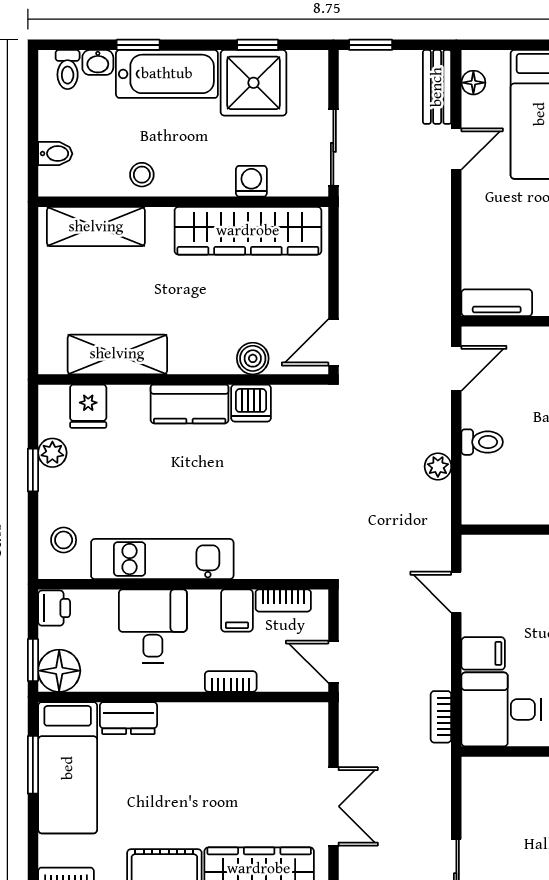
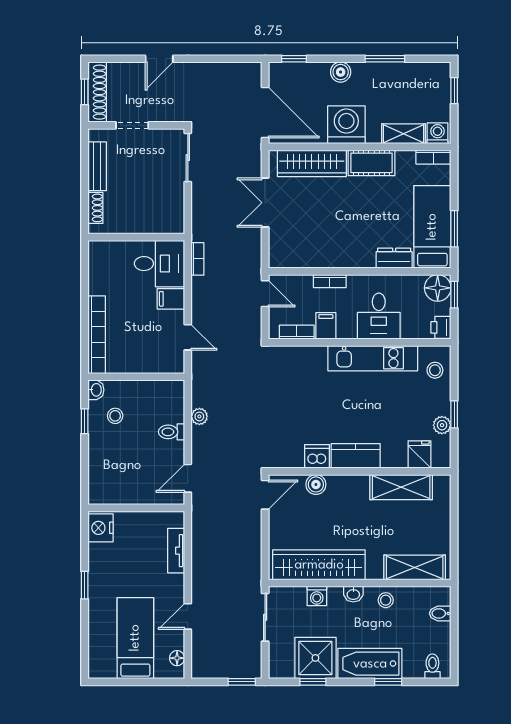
washbasin: (98, 62) -> (353, 594), moved, turned 180
bench: (437, 87) -> (200, 655), removed
tv unit: (497, 303) -> (176, 551), moved, turned 90

